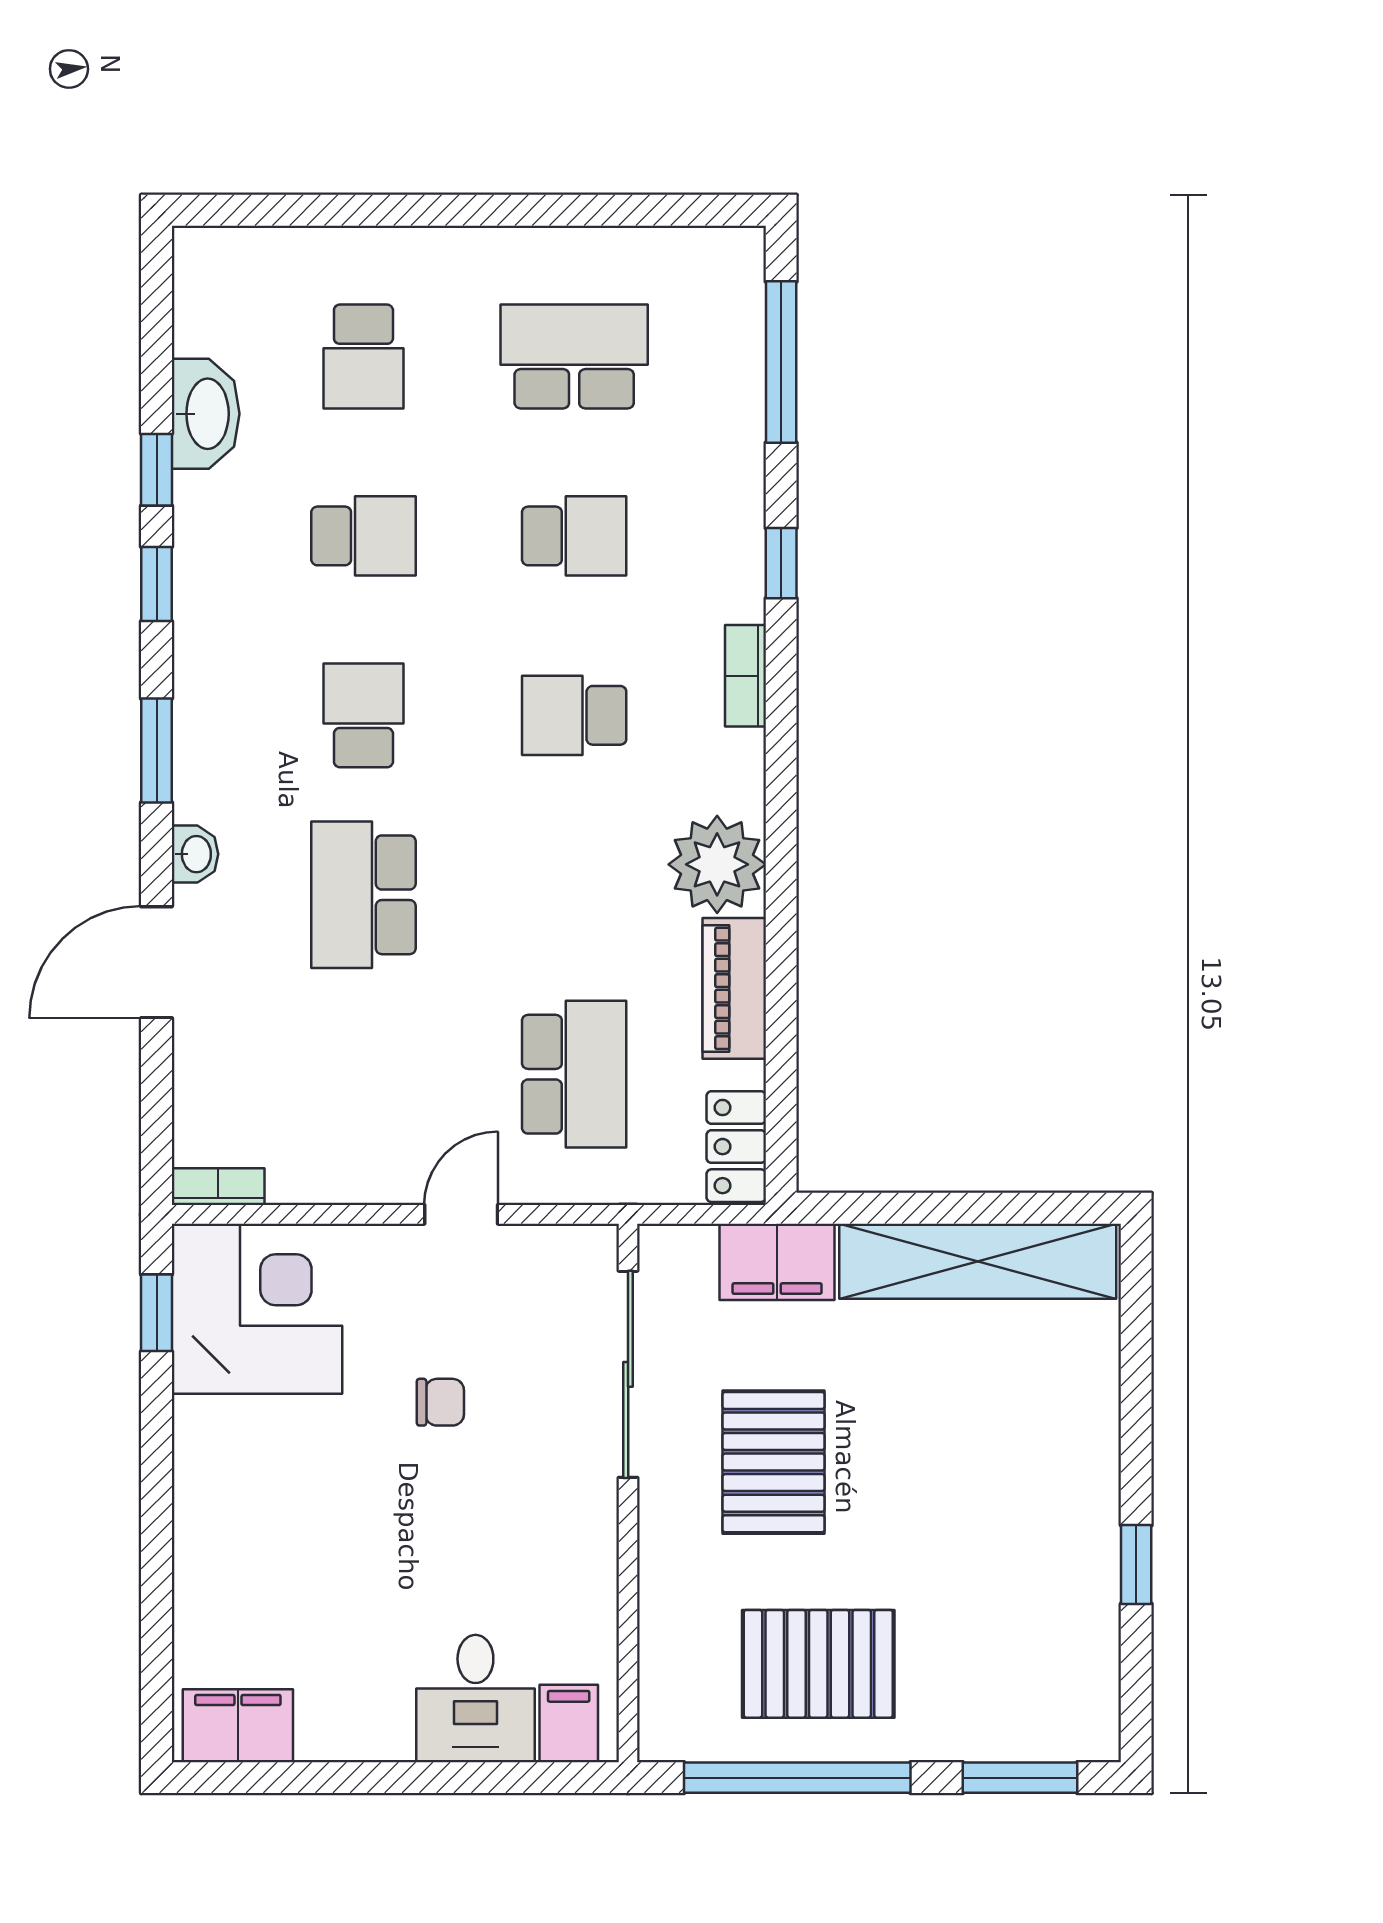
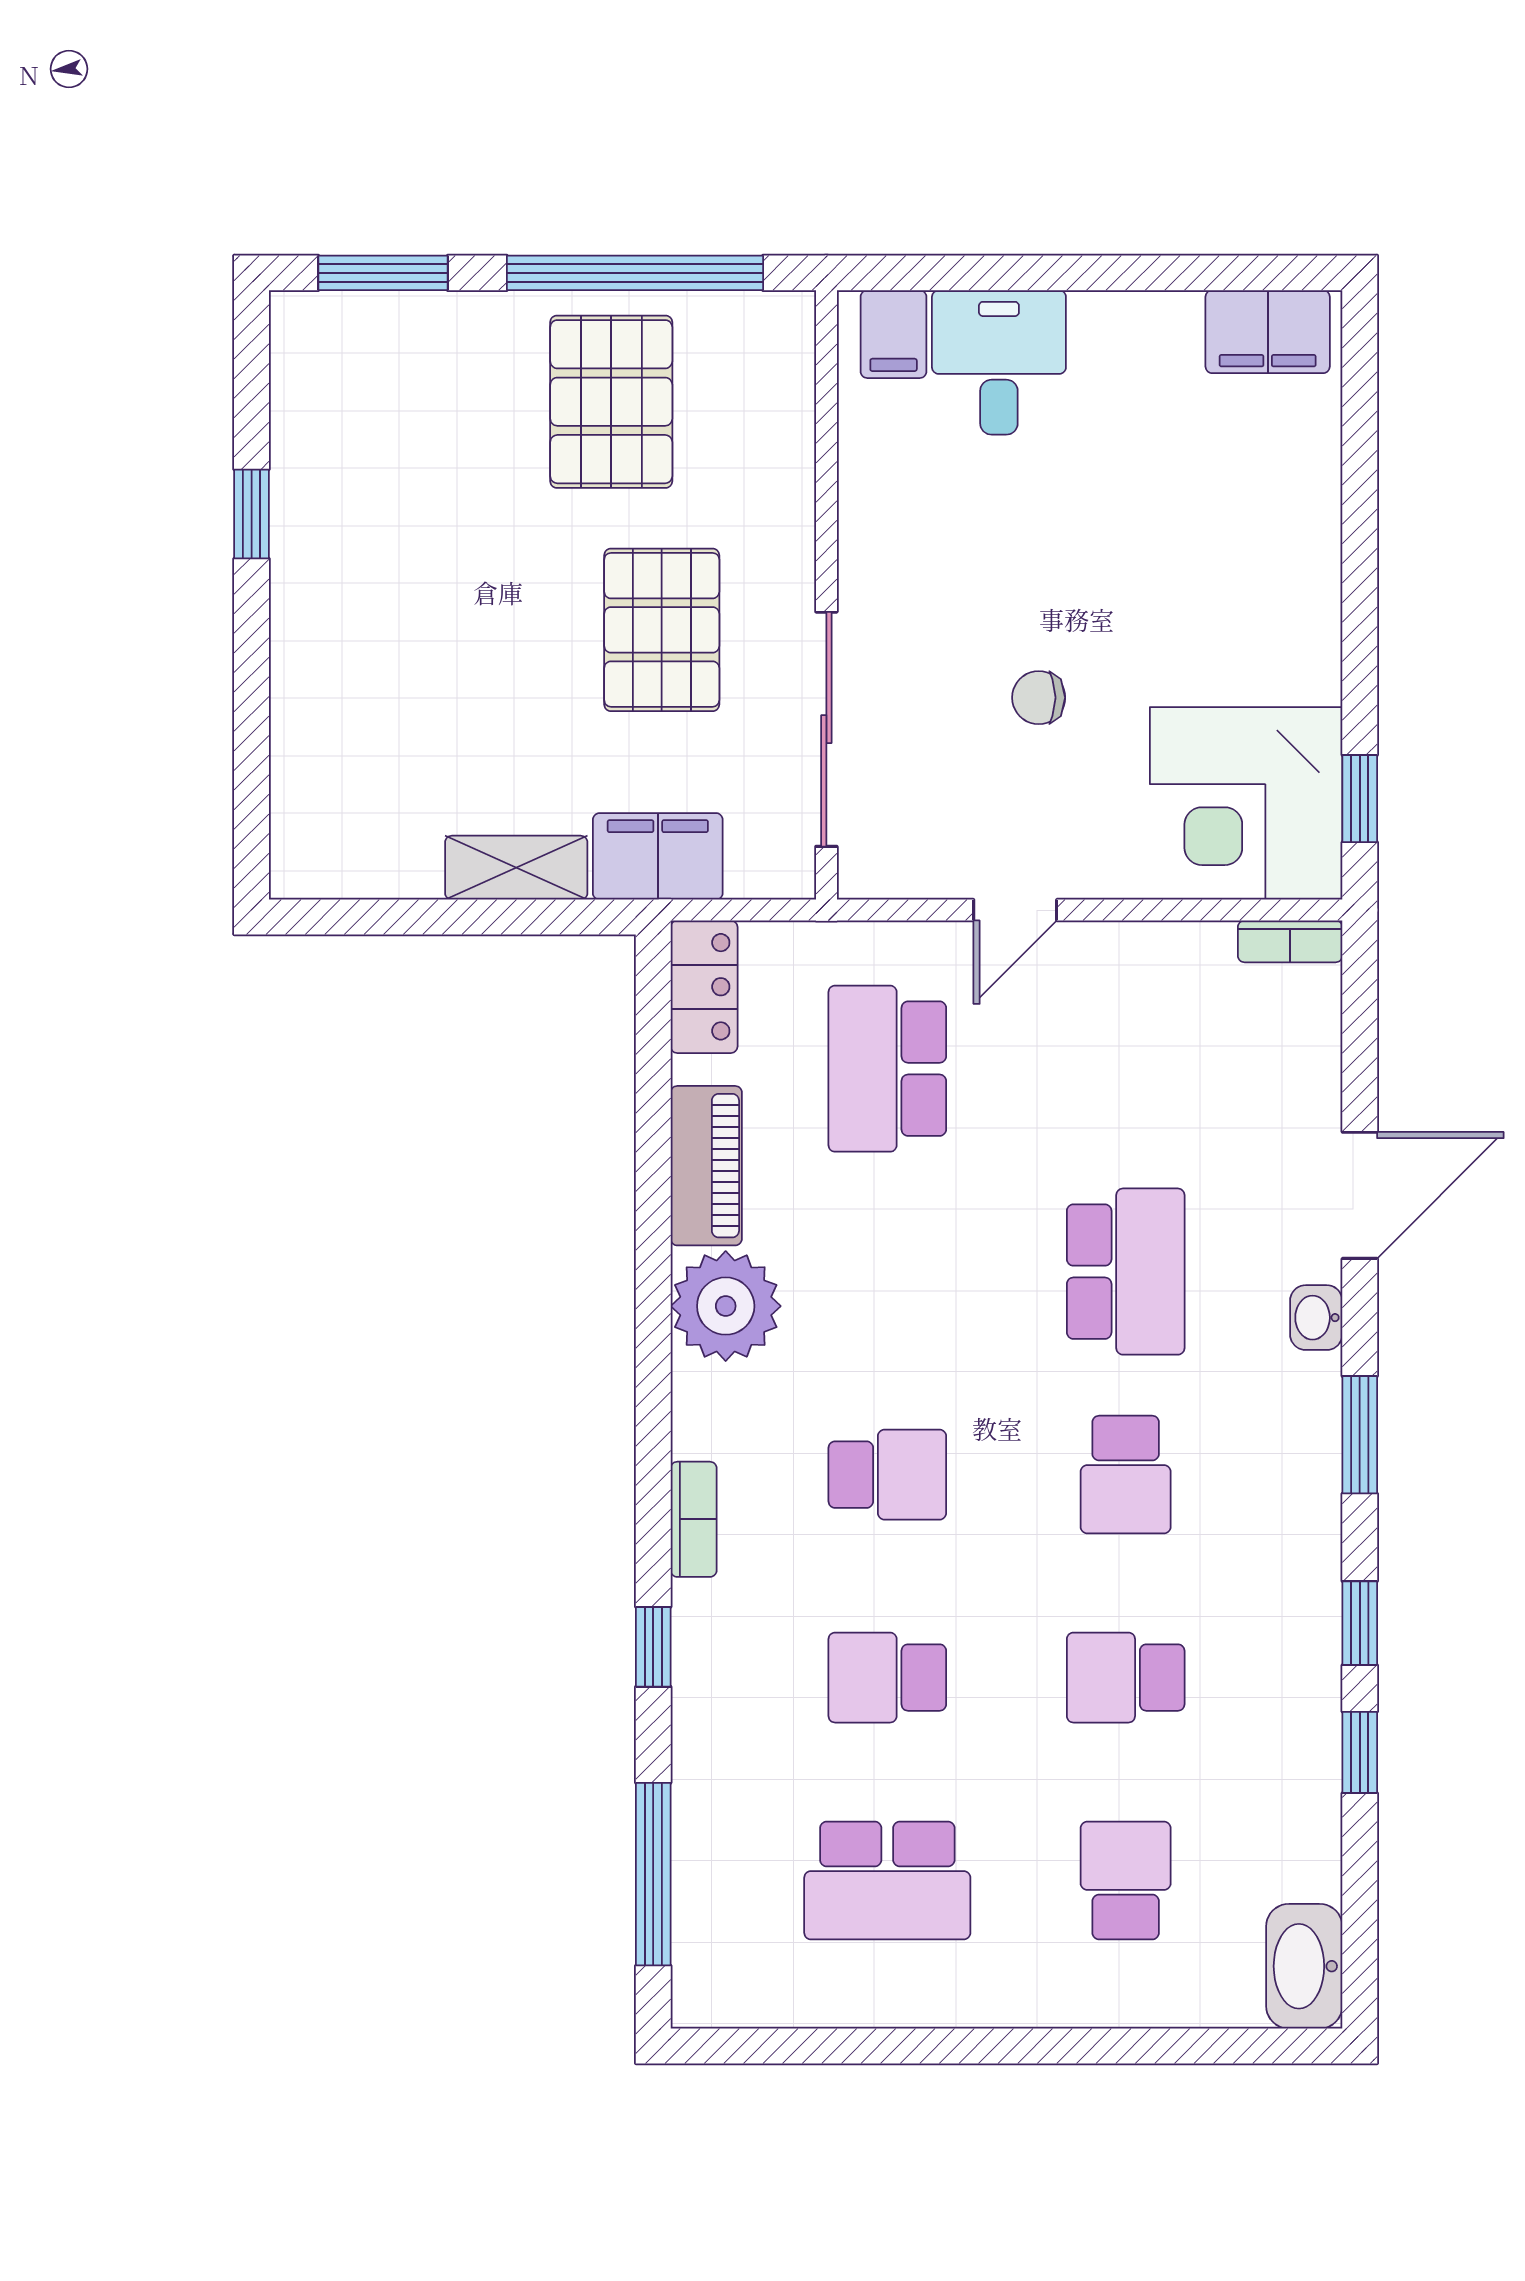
washbasin: (206, 414) -> (1304, 1966), moved
shelving: (978, 1261) -> (516, 868), width x0.45, depth x0.75
pallet: (818, 1664) -> (611, 402), turned 90

